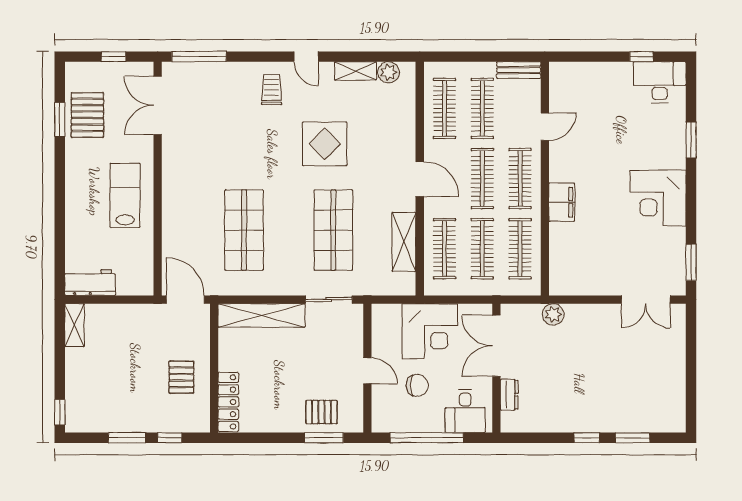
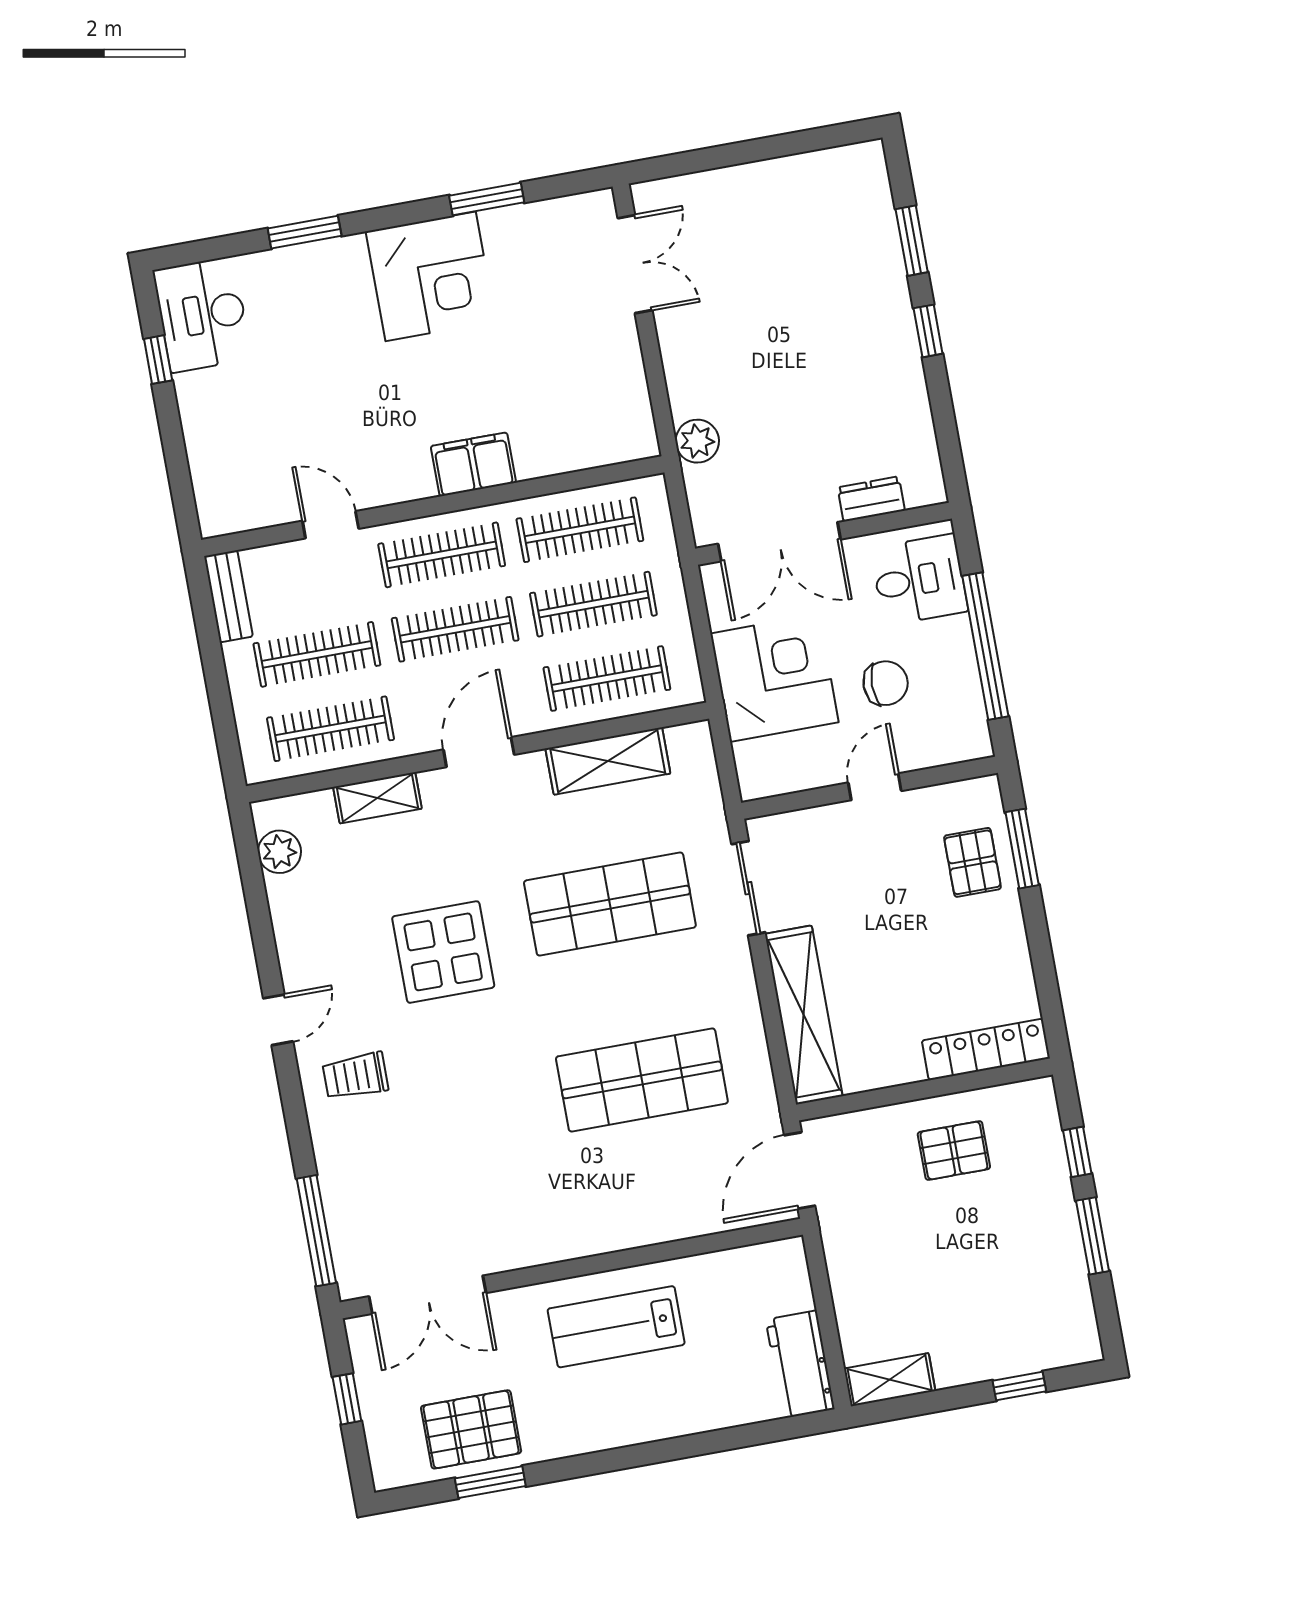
shelving: (355, 71) -> (377, 798), moved, turned 90
window: (691, 262) -> (487, 199), moved
chair: (417, 385) -> (886, 683), turned 90
window: (60, 412) -> (1019, 1386), moved

